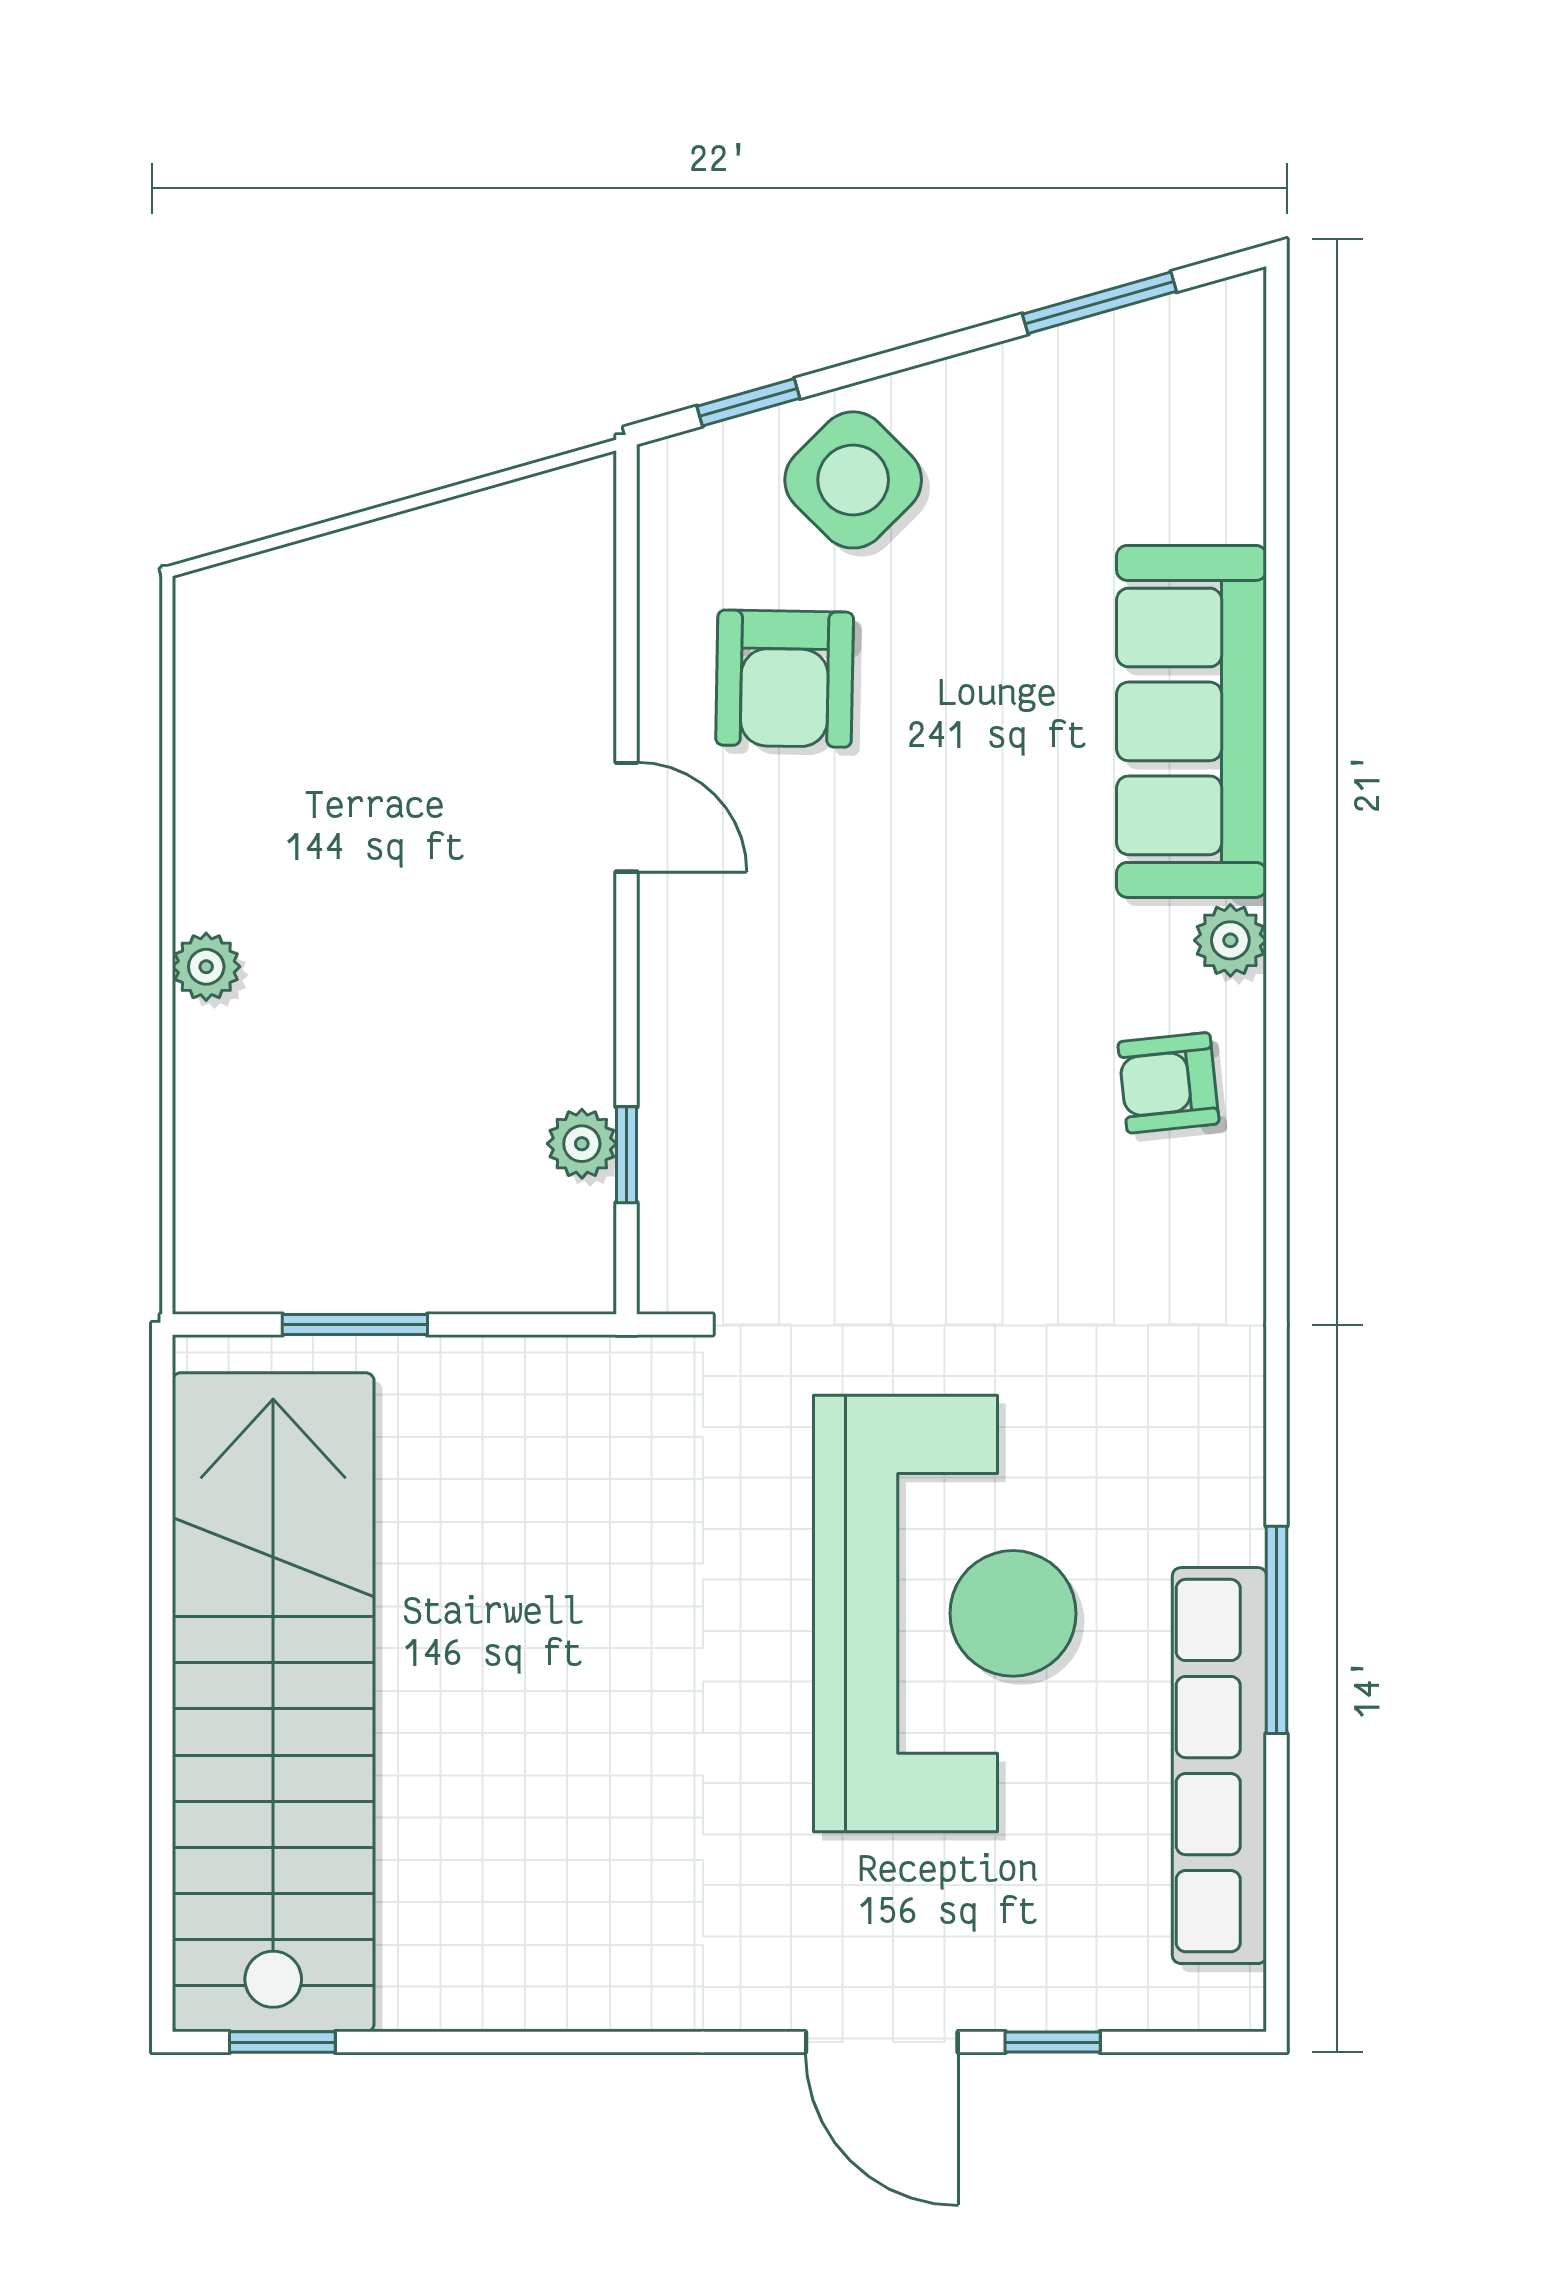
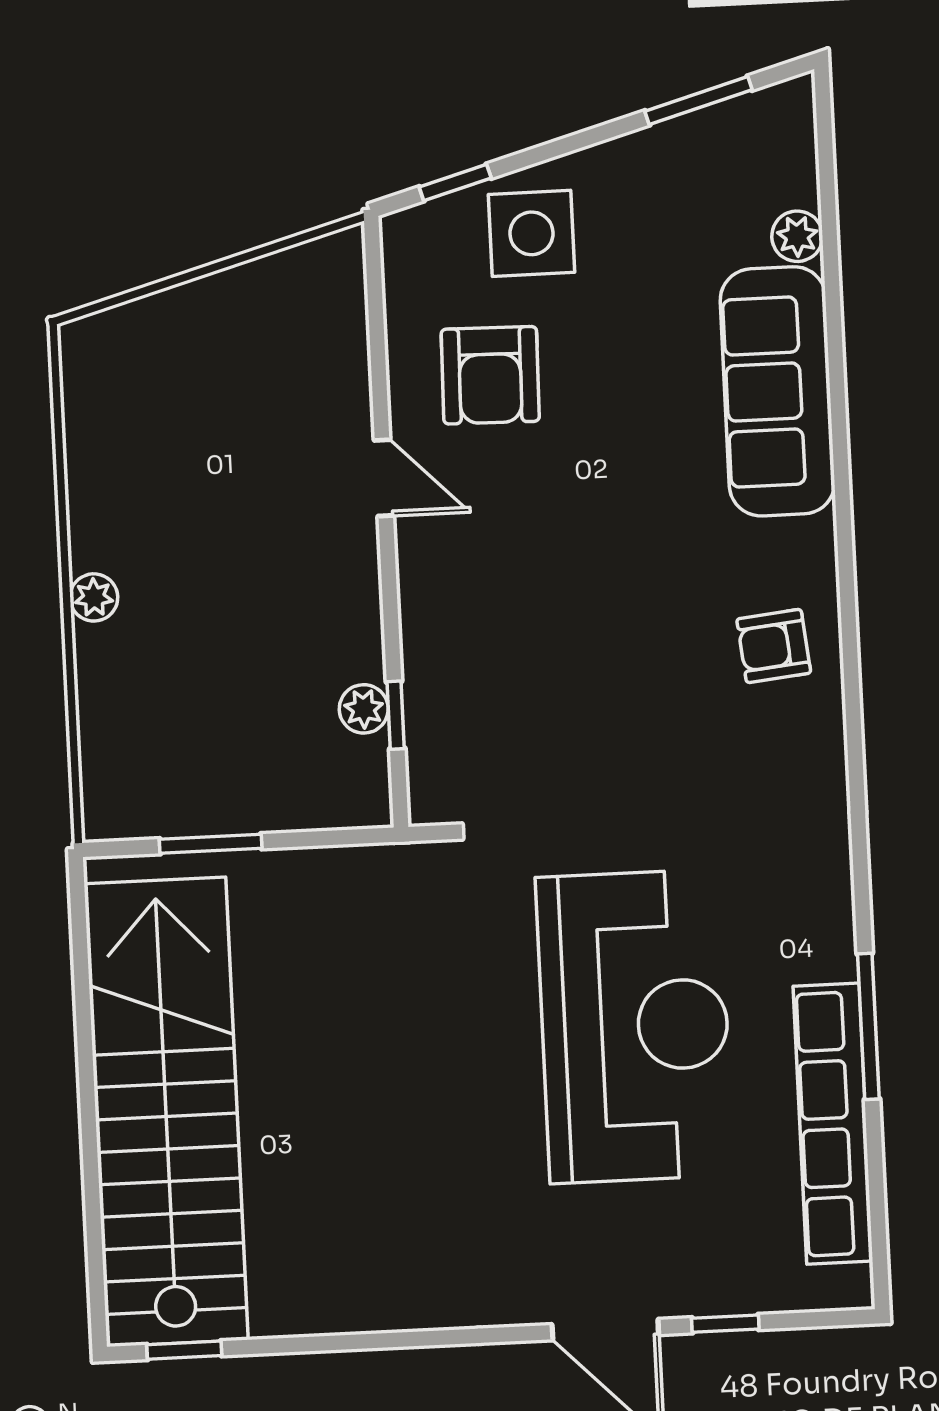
side table: (853, 480) -> (531, 233), turned 45
plant: (1230, 940) -> (797, 236), moved

